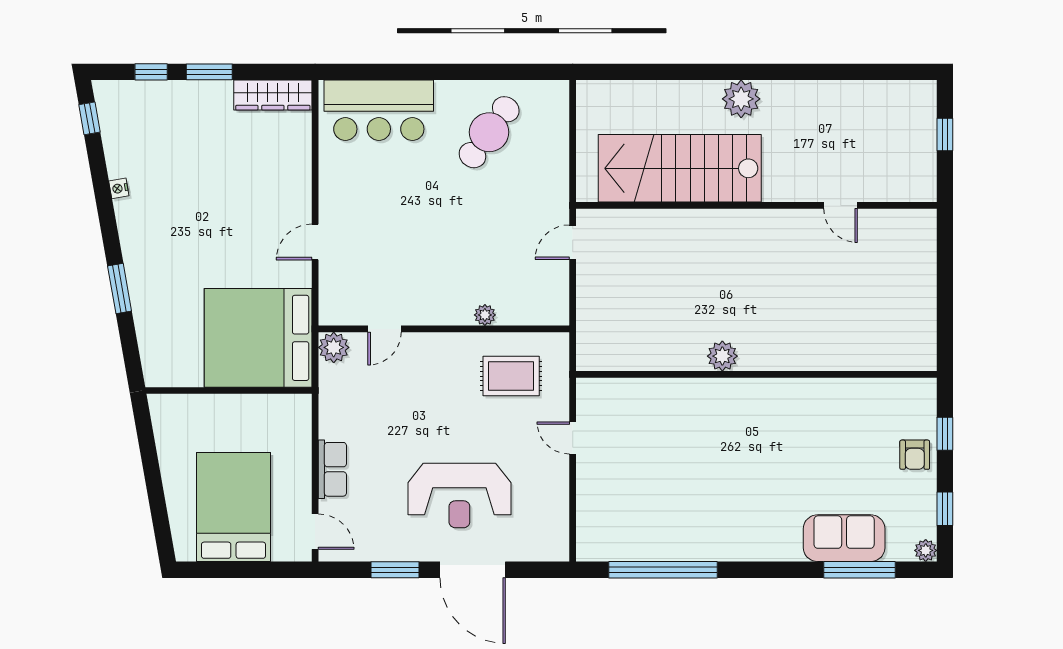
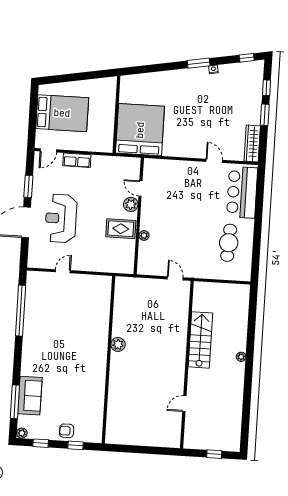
plant: (741, 99) -> (241, 357), width x0.53, depth x0.53
cafe table: (489, 132) -> (229, 243), turned 57
stairs: (680, 168) -> (200, 340), width x0.73, depth x0.66
door: (315, 242) -> (214, 161), moved
window: (120, 288) -> (199, 63), moved
plant: (334, 347) -> (131, 204), moved
rug: (511, 376) -> (121, 229), moved, turned 90
door: (573, 438) -> (63, 271), moved

